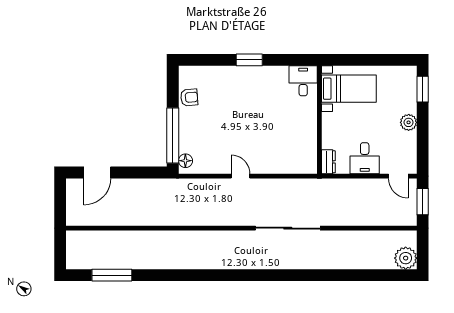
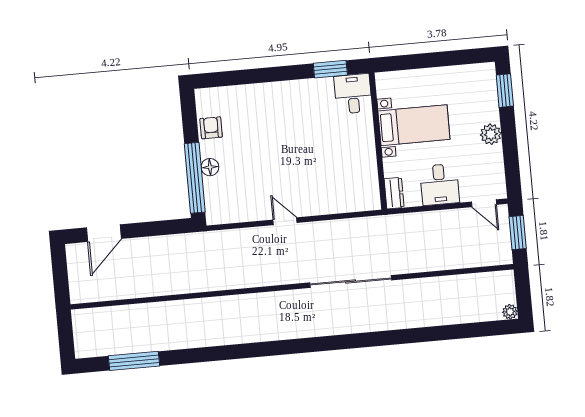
window: (249, 60) -> (330, 69), moved
bed with nightstands: (349, 89) -> (414, 125), moved
armchair: (189, 97) -> (211, 128), turned -85
floor lamp: (185, 161) -> (210, 167), moved
plant: (406, 258) -> (510, 312), width x0.53, depth x0.53

